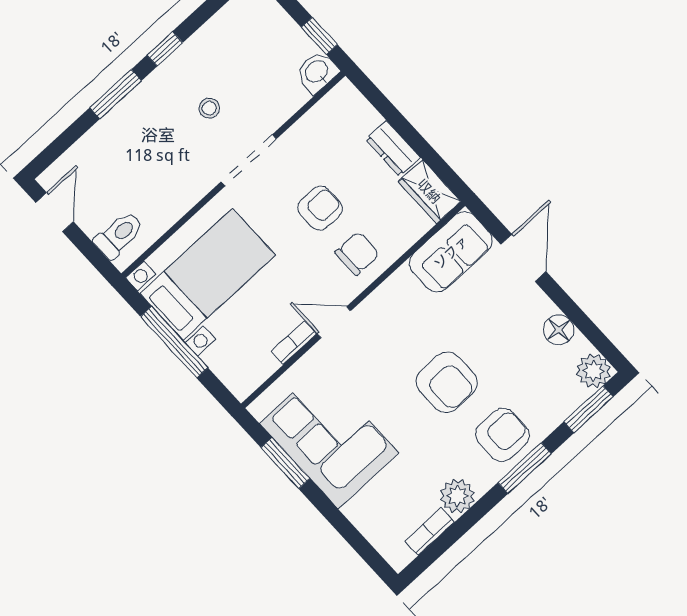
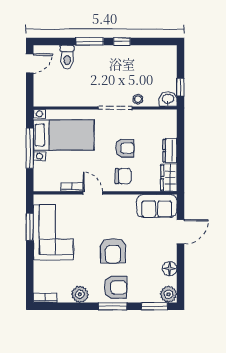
stool: (209, 108) -> (138, 99), moved
toilet: (119, 235) -> (67, 57), moved, turned 90
bookcase: (430, 532) -> (45, 298), moved

